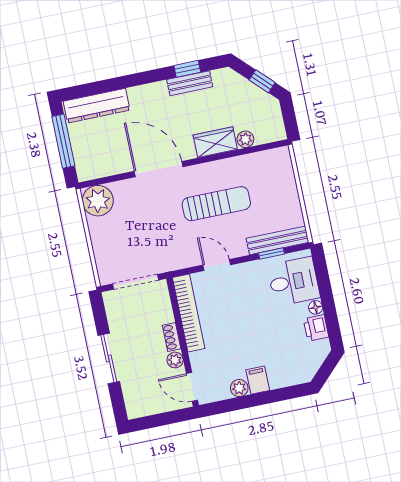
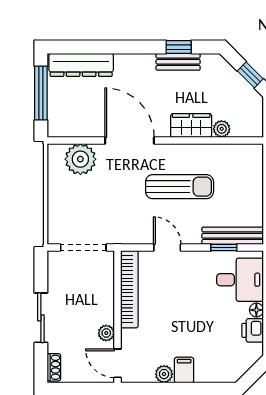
plant: (98, 201) -> (80, 159), moved
shoe rack: (172, 337) -> (54, 367), moved, turned 180

